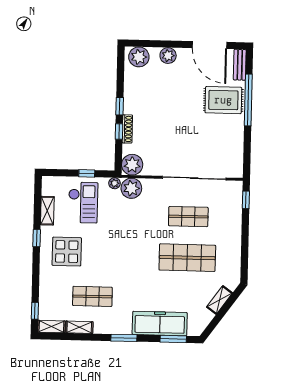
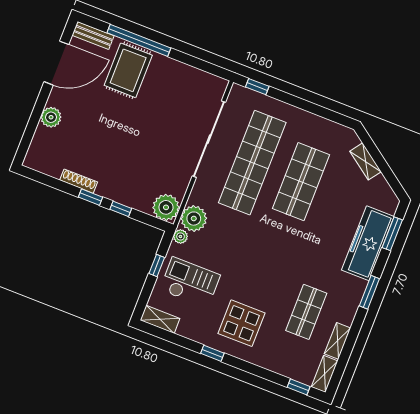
plant: (139, 57) -> (40, 153), removed
shoe rack: (127, 129) -> (79, 181), moved
shelving: (47, 211) -> (160, 319), moved
shop shelf: (188, 217) -> (252, 163), width x2.00, depth x1.36

